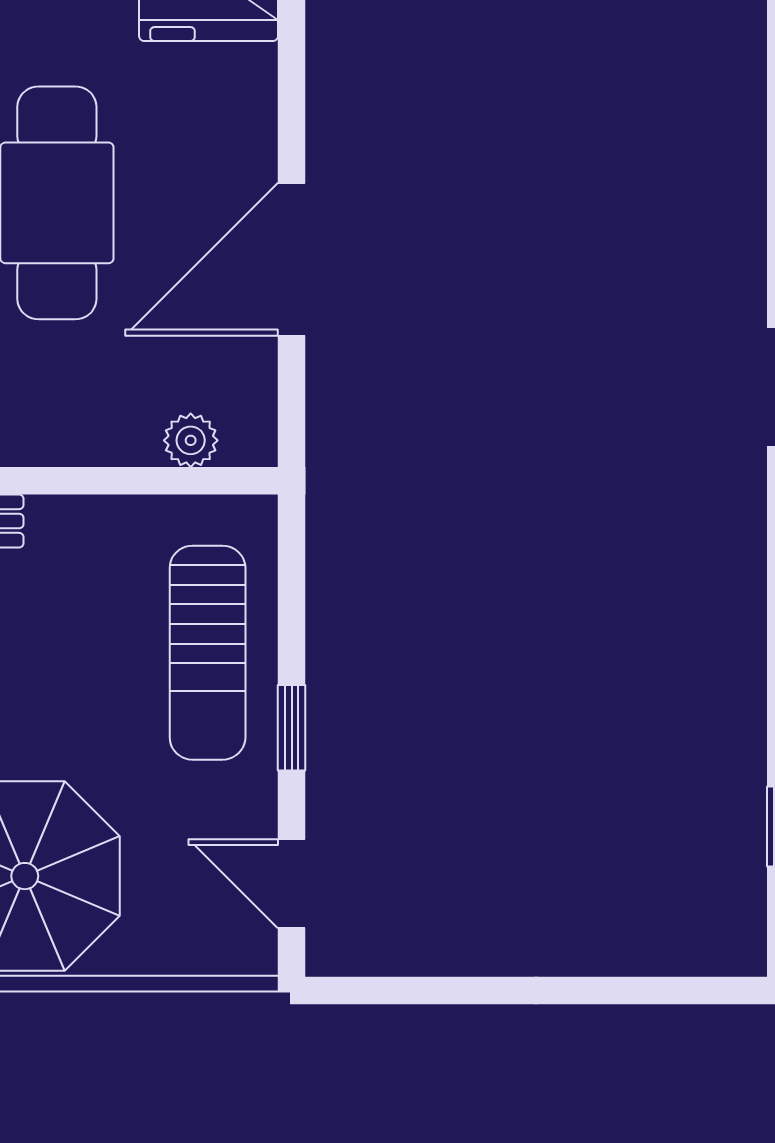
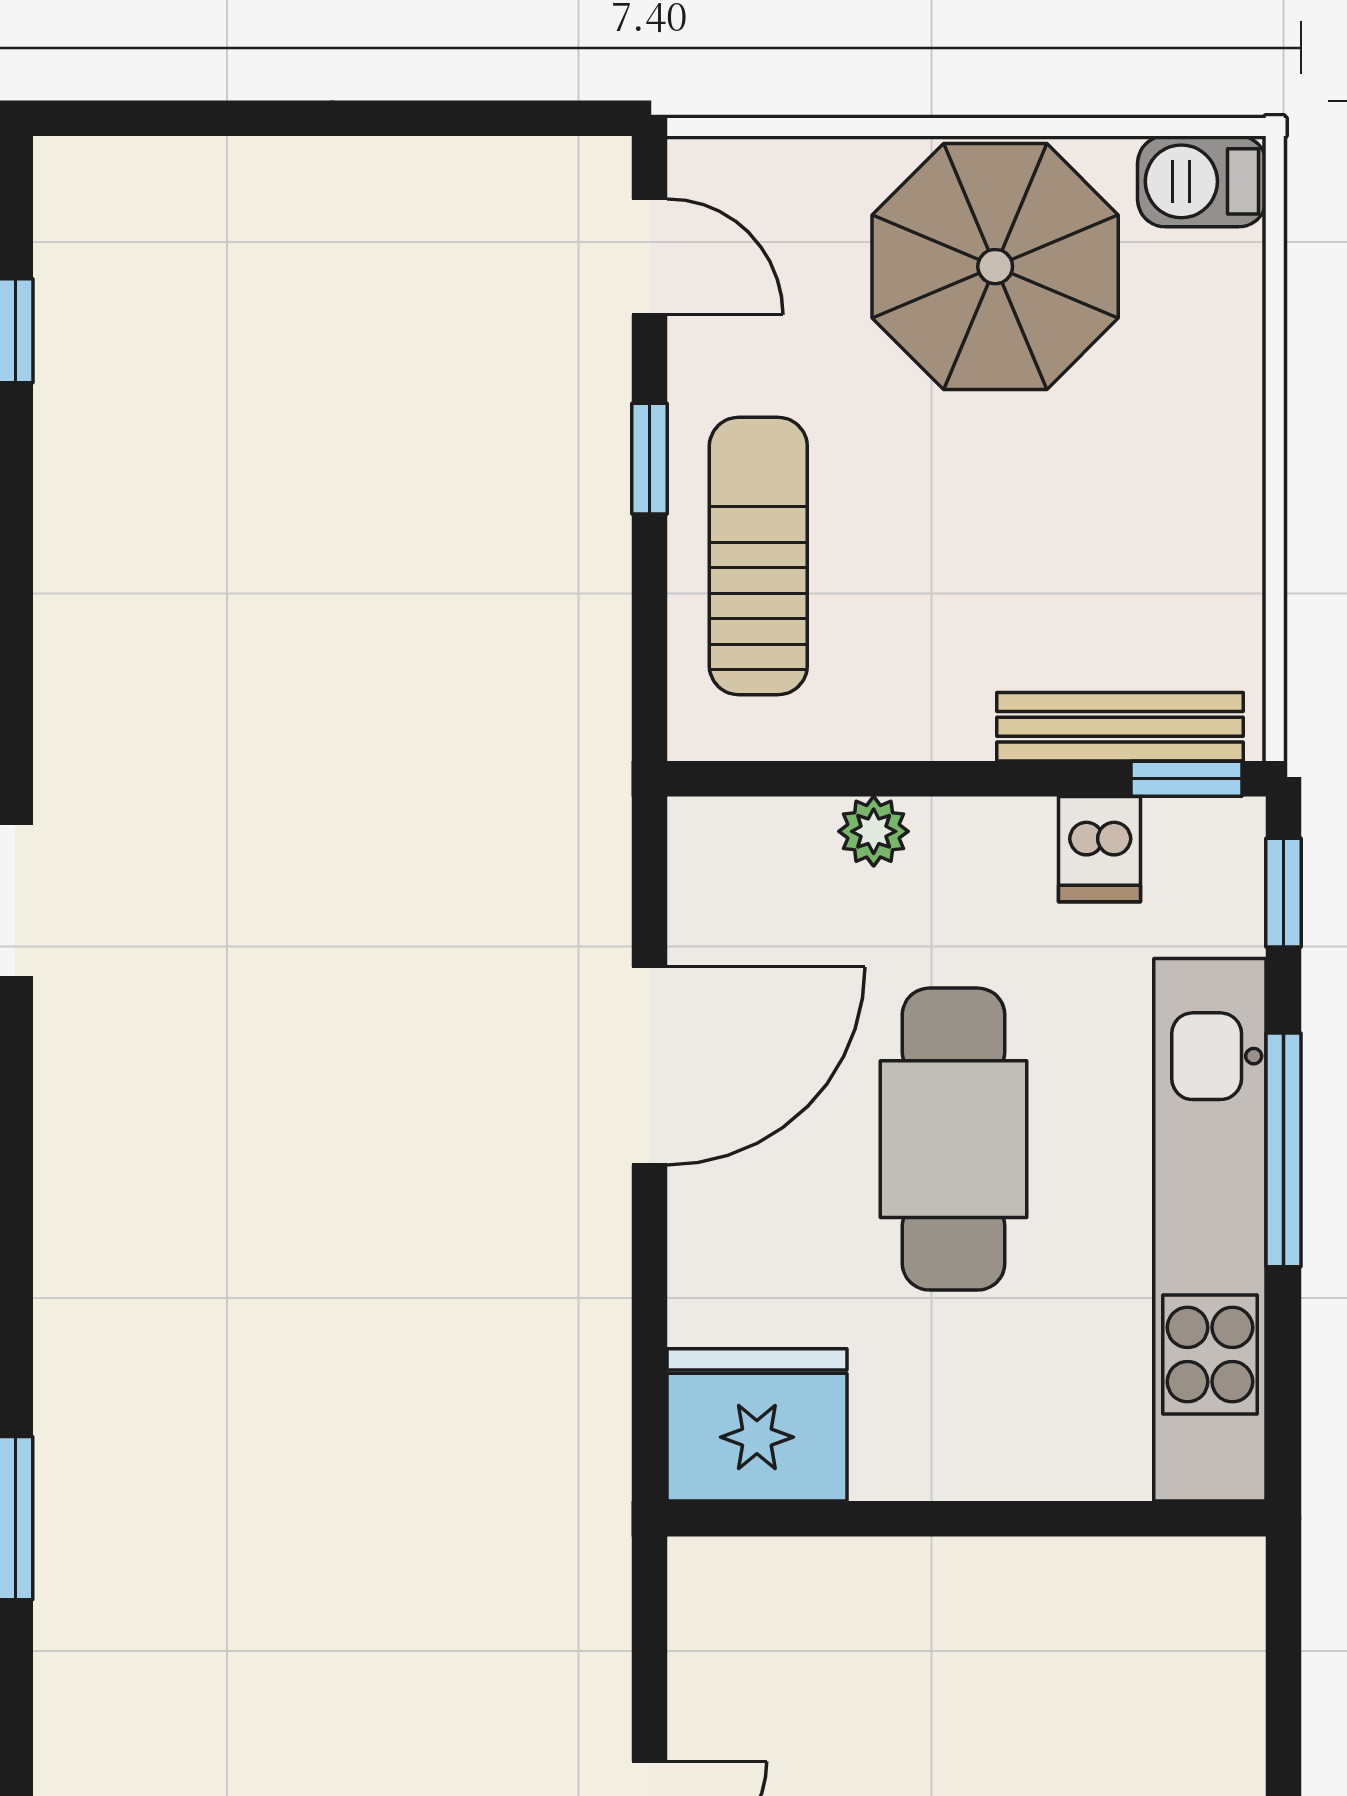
plant: (191, 440) -> (874, 831), moved

